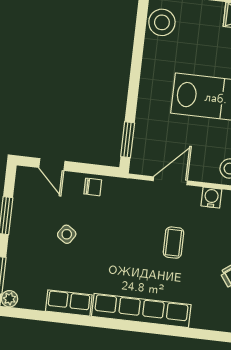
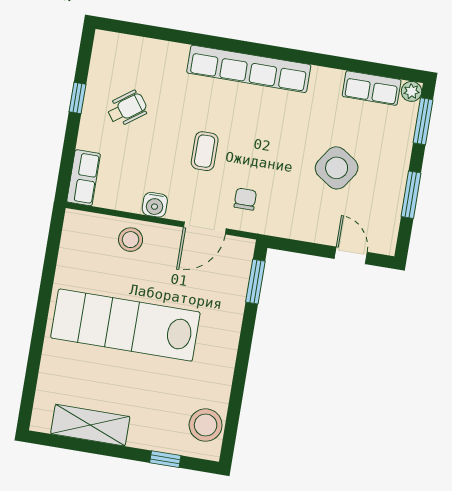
chair: (93, 187) -> (245, 199), moved, turned 90
side table: (67, 234) -> (337, 168), width x1.87, depth x1.87
row of seats: (69, 303) -> (372, 88), moved

